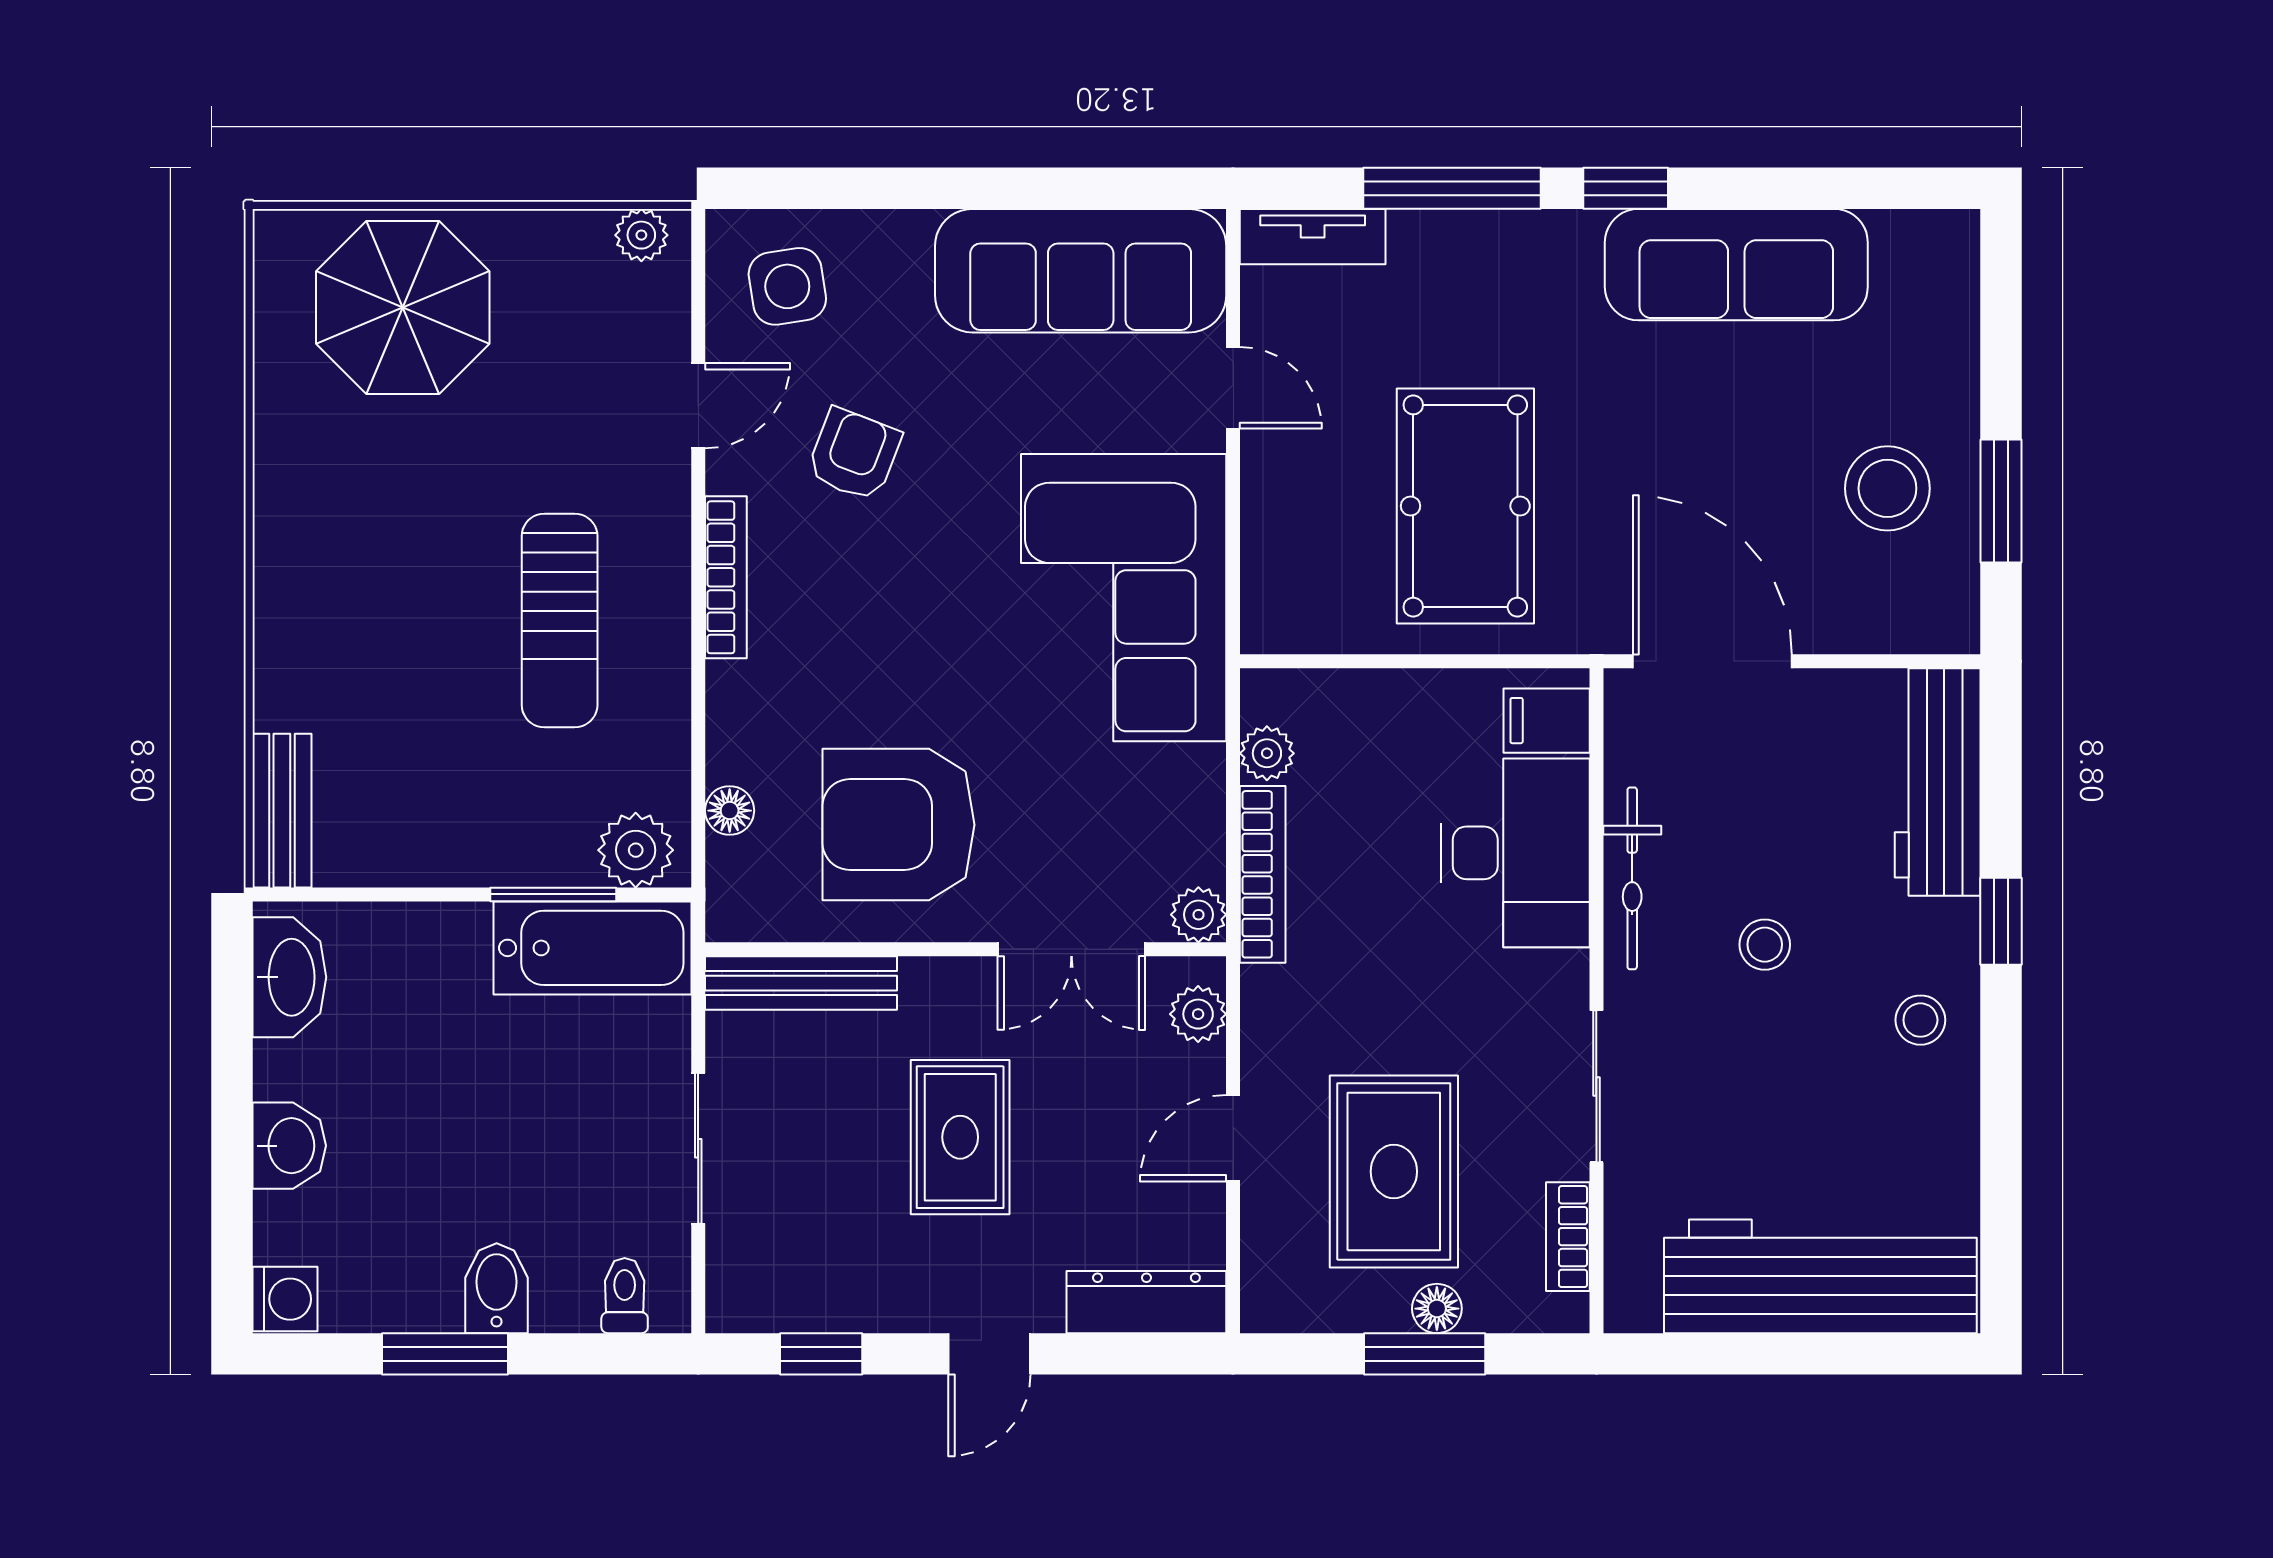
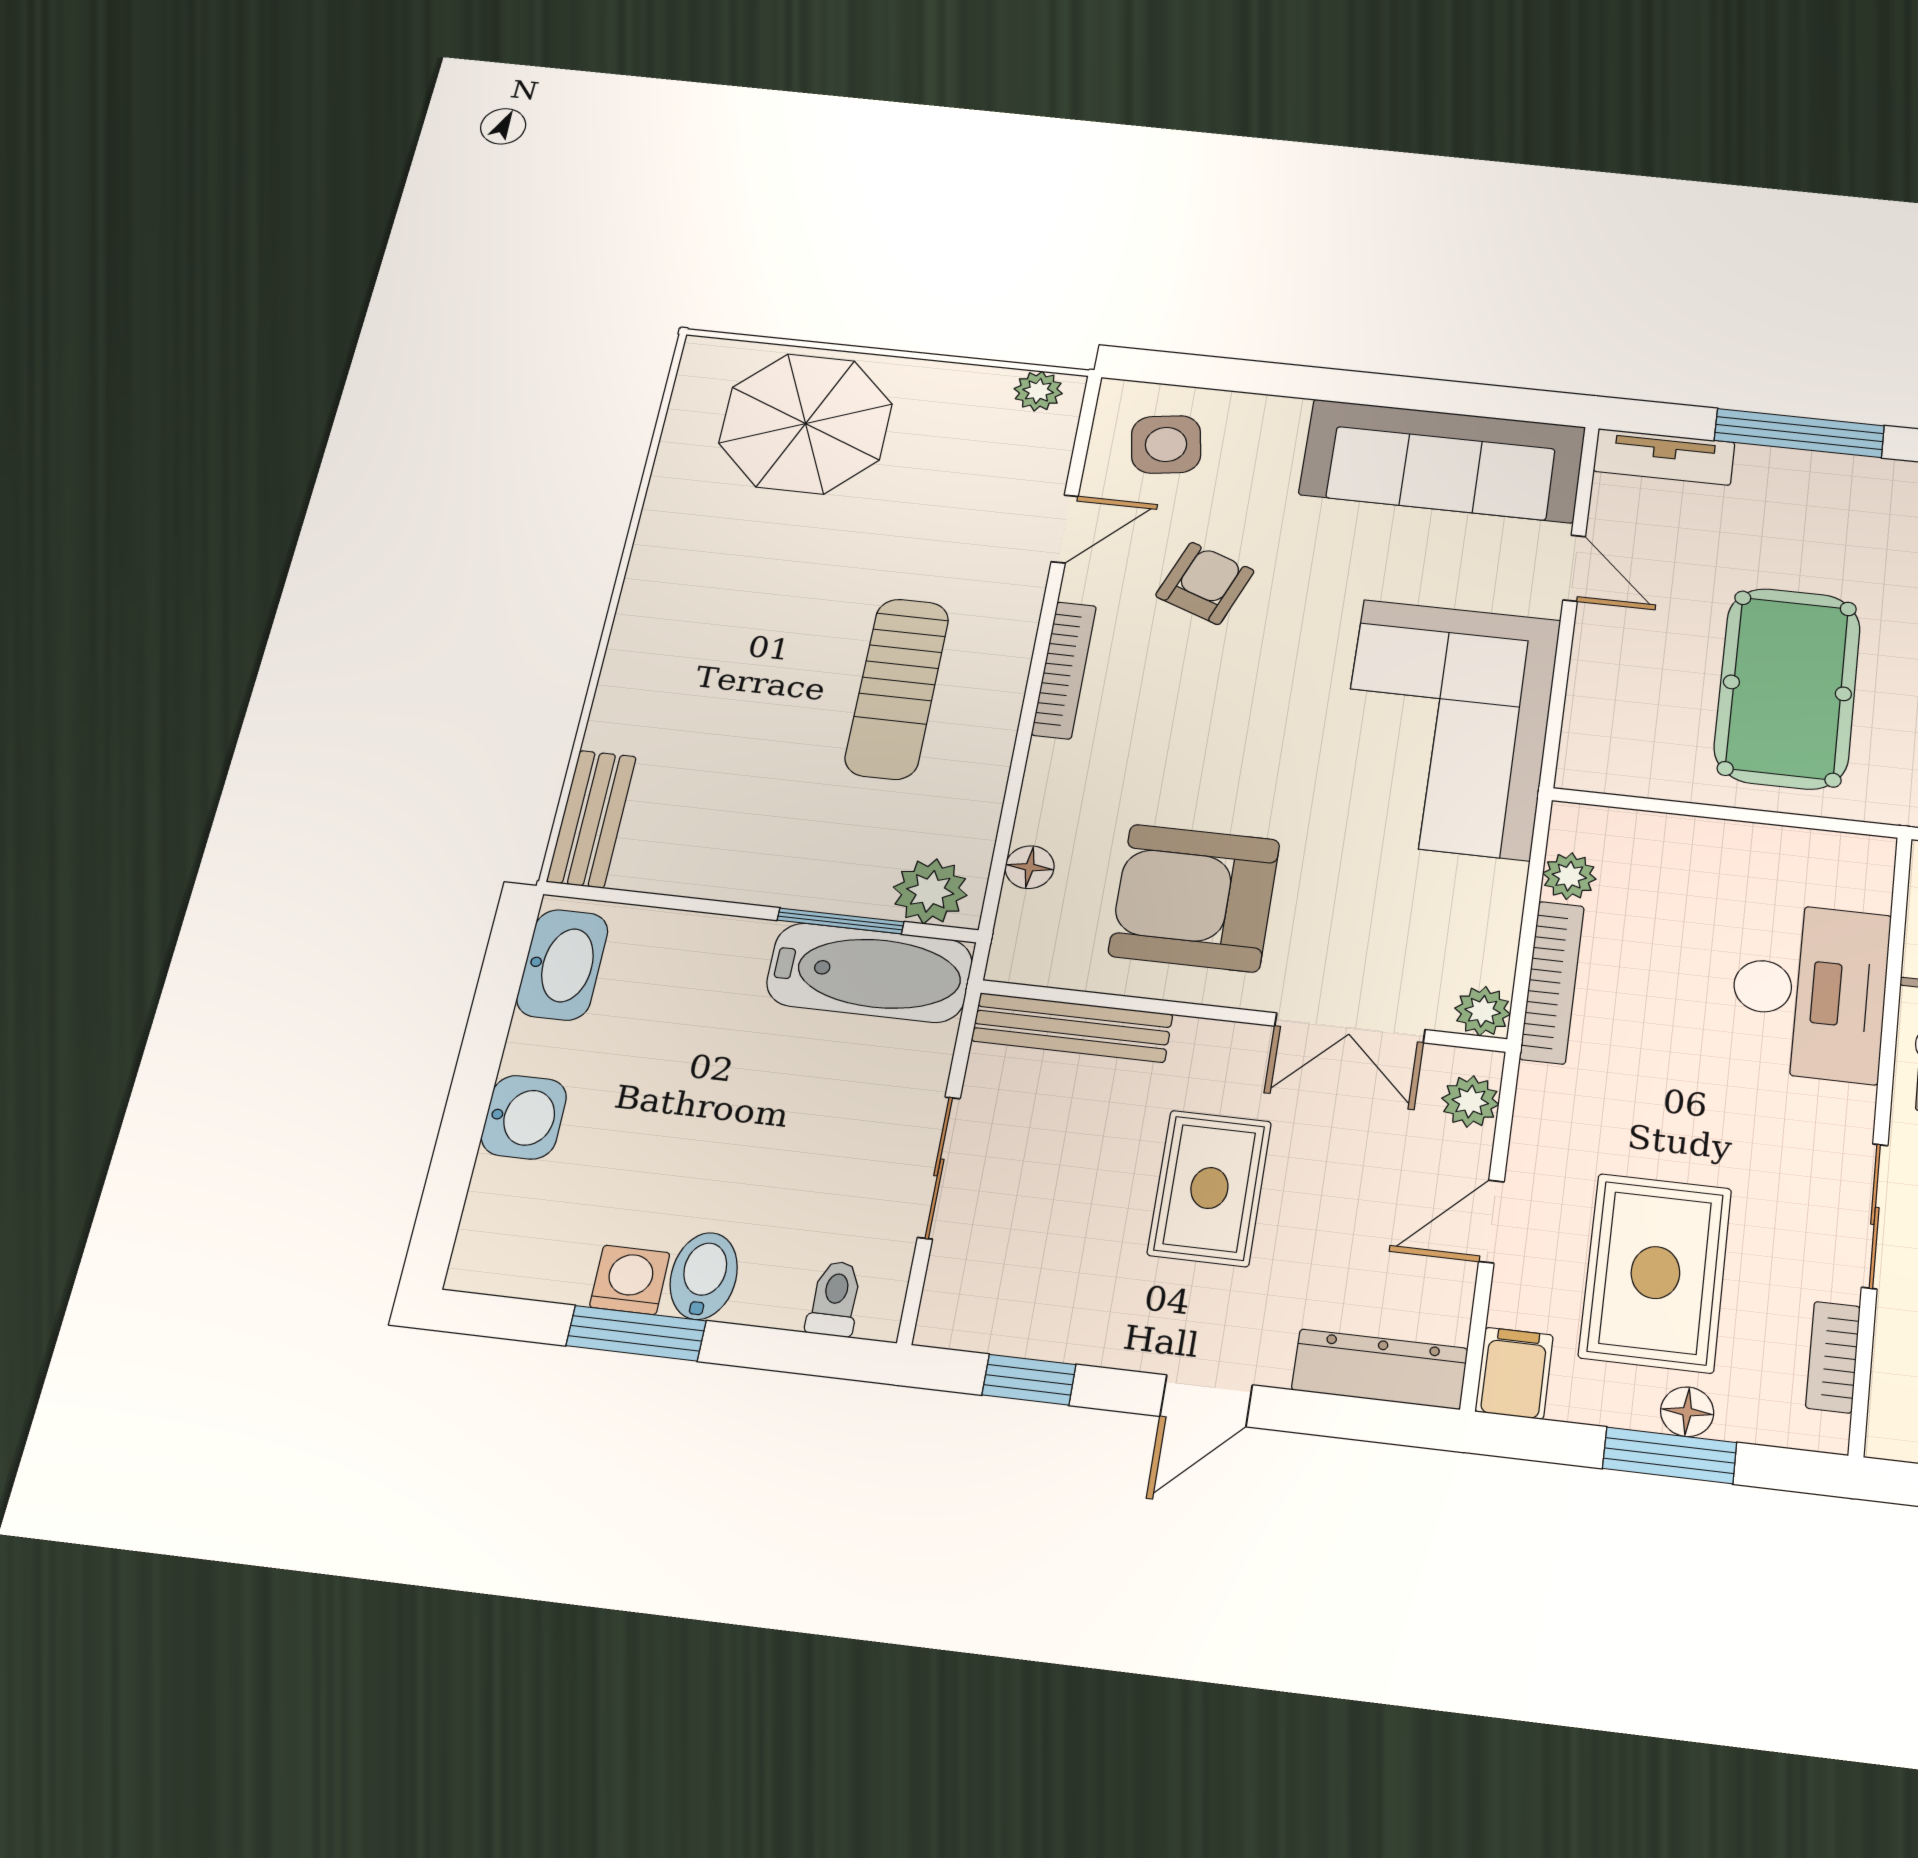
filing cabinet: (1547, 721) -> (1514, 1373), moved, turned 90
washing machine: (285, 1299) -> (630, 1280), moved, turned -90

